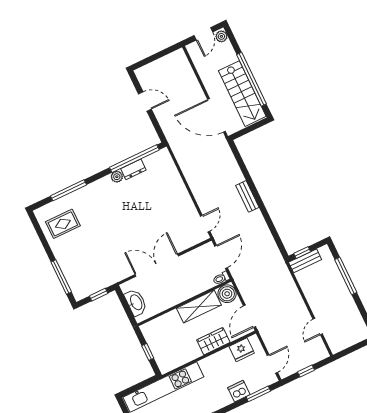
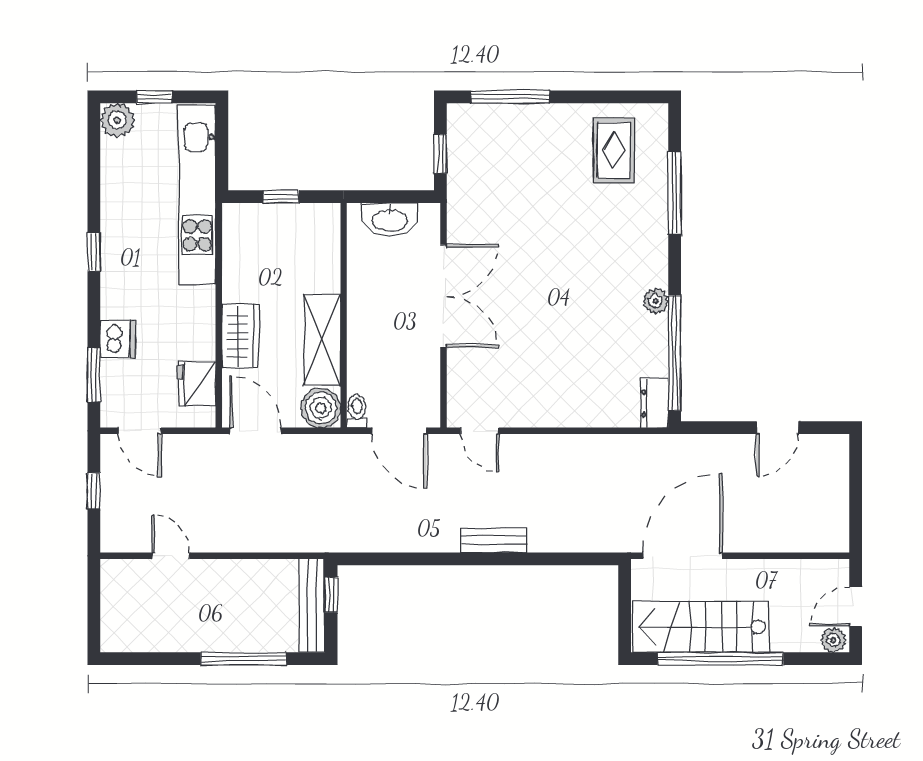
door: (203, 34) -> (856, 607), hinge flipped
dresser: (133, 169) -> (655, 403), moved
bench: (305, 261) -> (312, 605), width x1.36

